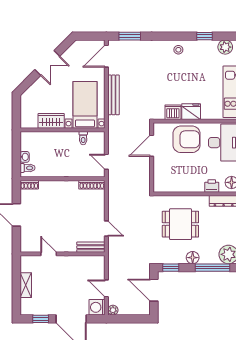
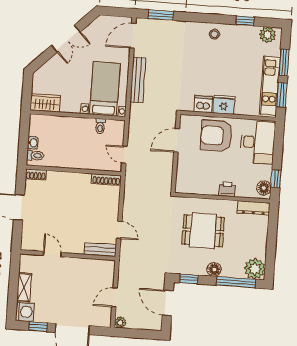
wardrobe: (51, 121) -> (45, 103), moved
armchair: (186, 139) -> (217, 136), turned 180
printer: (212, 186) -> (227, 189), moved
door: (106, 288) -> (115, 297), hinge flipped
washing machine: (97, 307) -> (25, 312), moved, turned 180

